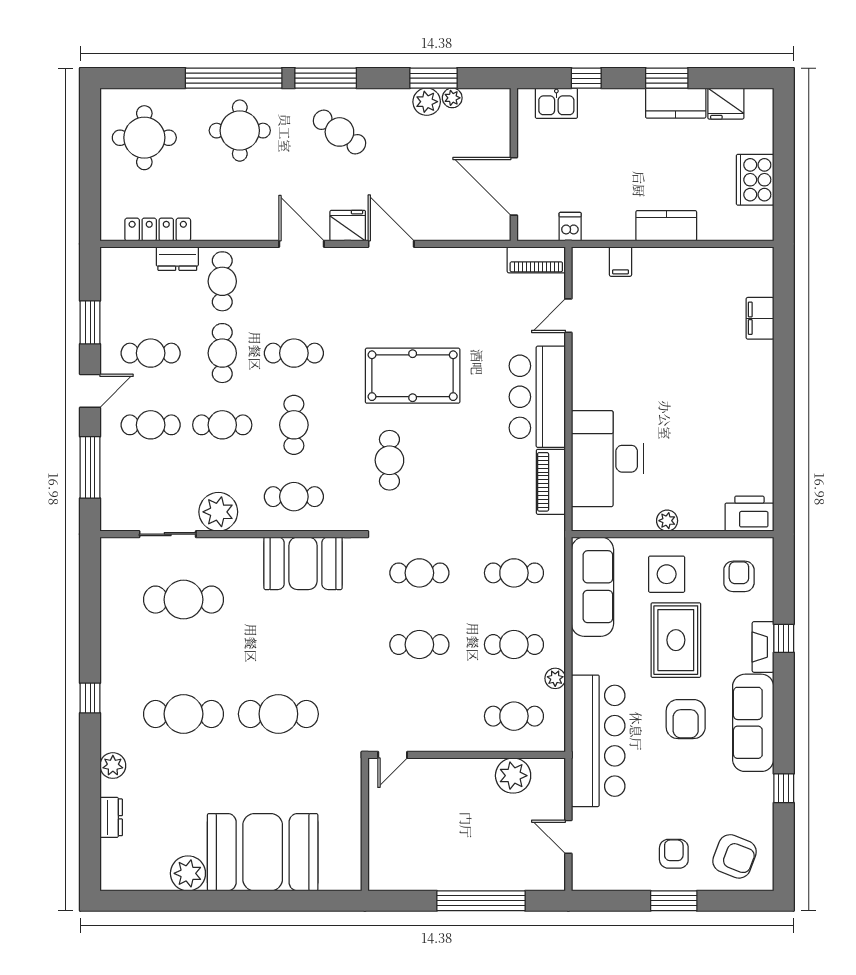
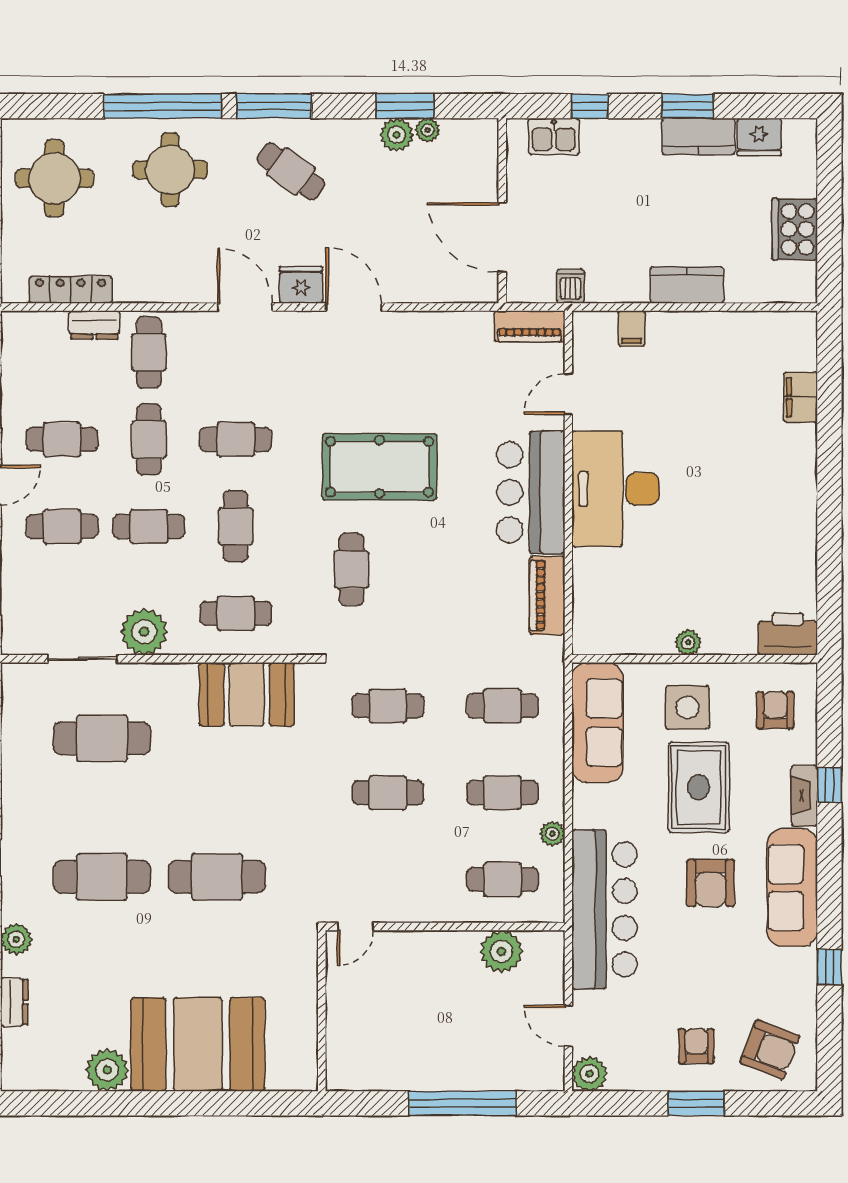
desk: (607, 459) -> (616, 489), moved
plant: (586, 876) -> (589, 1074), added

